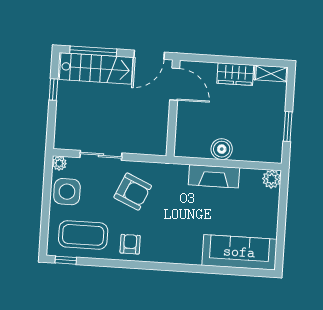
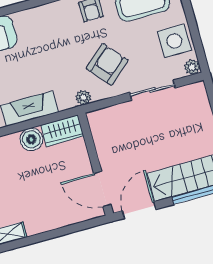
wardrobe: (235, 74) -> (62, 131), moved, turned 180
plant: (164, 170) -> (83, 98), added
armchair: (133, 192) -> (107, 64), turned 115

